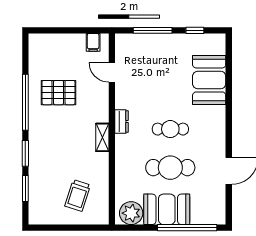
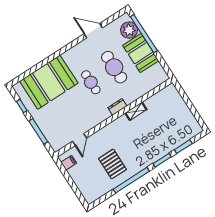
booth: (209, 80) -> (49, 82), width x1.36, depth x1.42
dresser: (122, 121) -> (117, 107), moved
shelving: (102, 137) -> (136, 111), moved
trolley: (78, 195) -> (167, 112), removed
plant: (131, 213) -> (129, 30), moved

